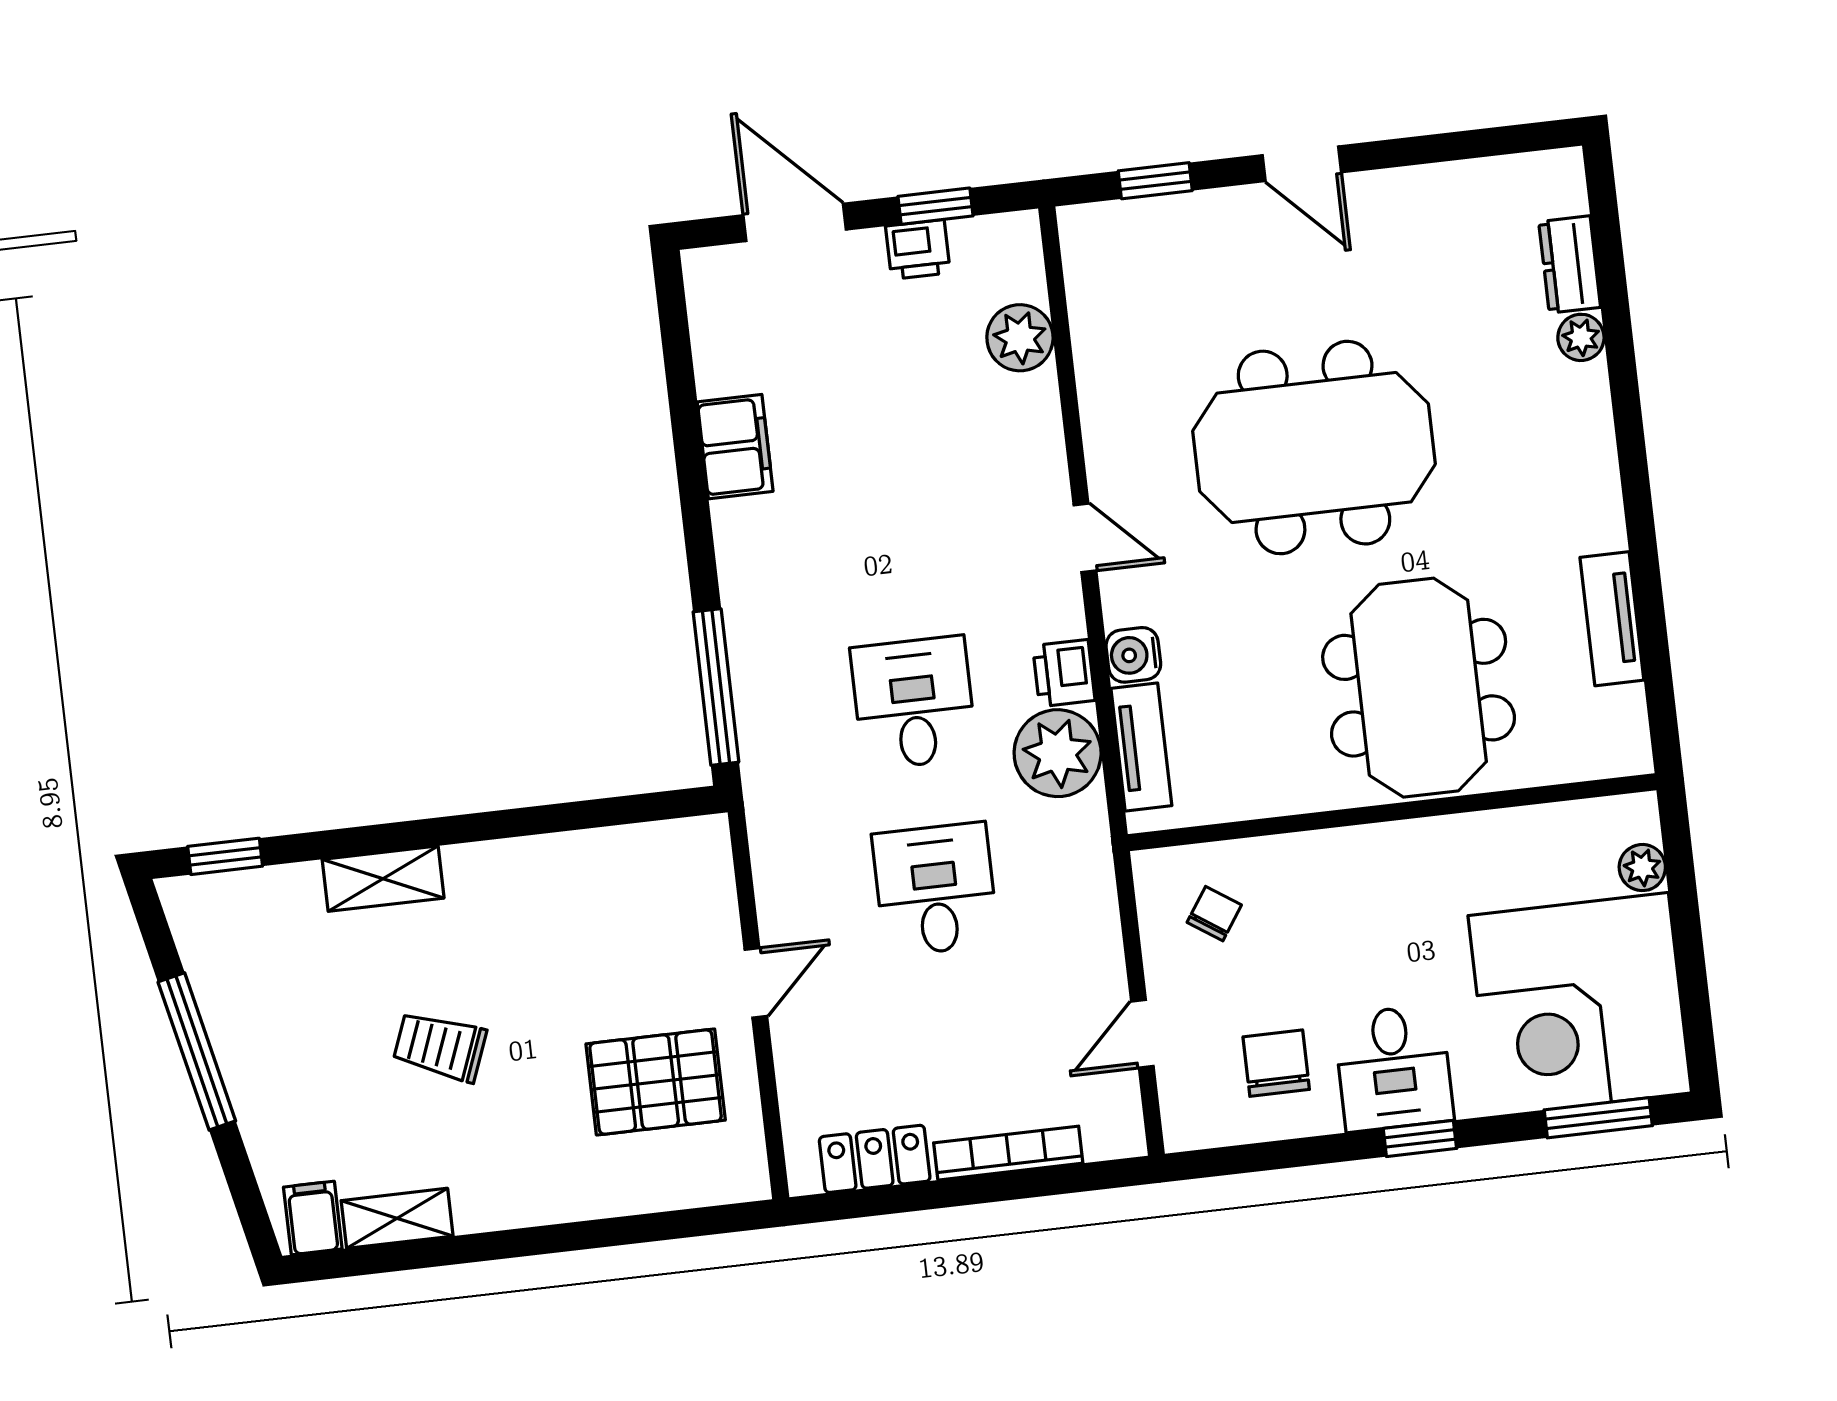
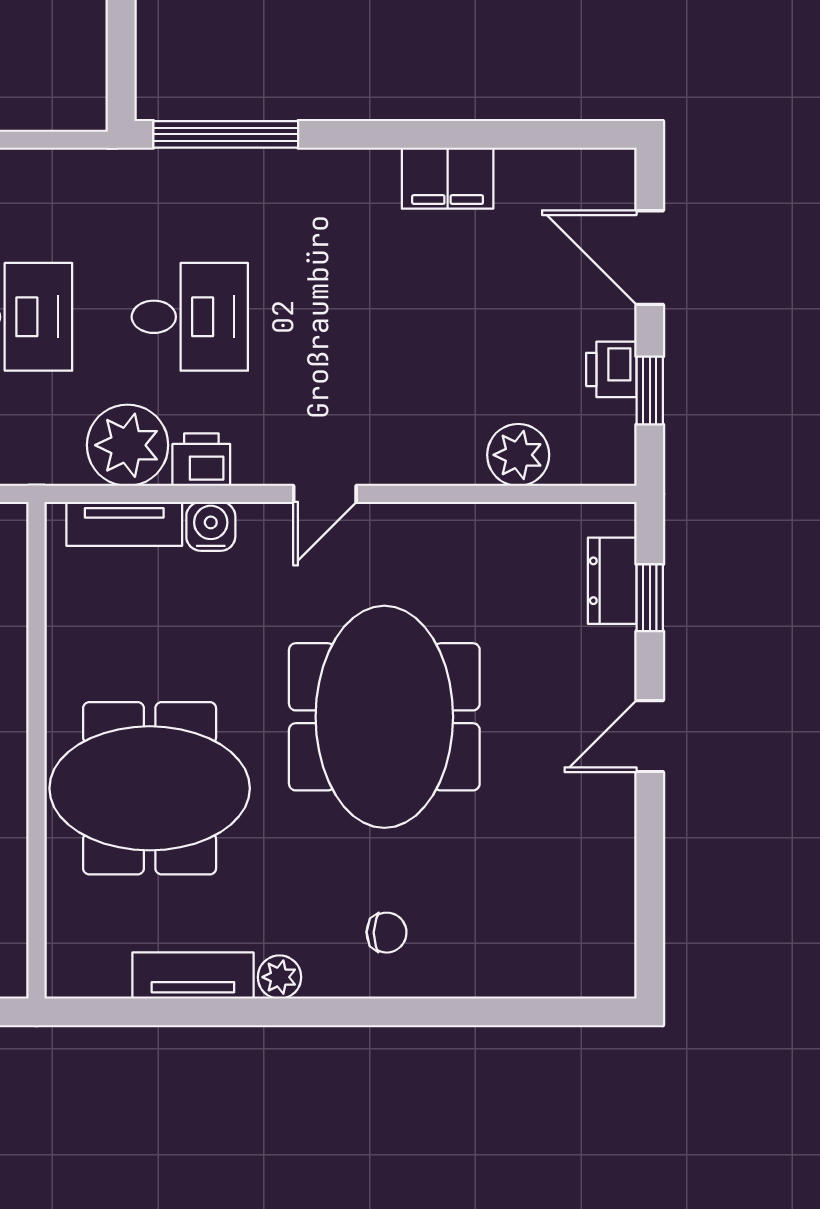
door: (795, 222) -> (650, 258), swing flipped
dresser: (1570, 264) -> (612, 581), moved, turned -90
plant: (1581, 337) -> (279, 977), moved
chair: (1543, 419) -> (387, 933), added

